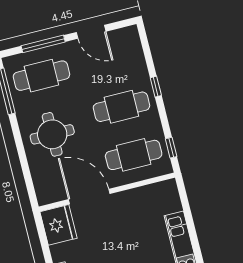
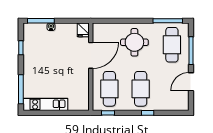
fridge: (58, 225) -> (83, 30), width x0.53, depth x0.75

